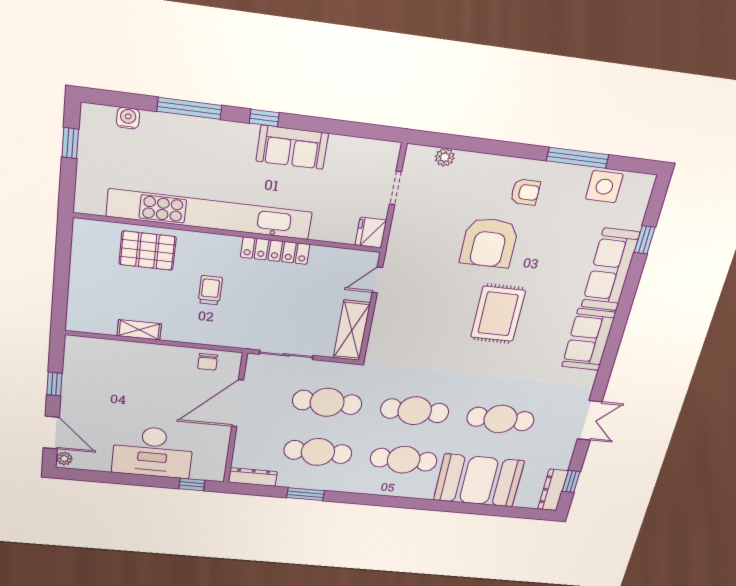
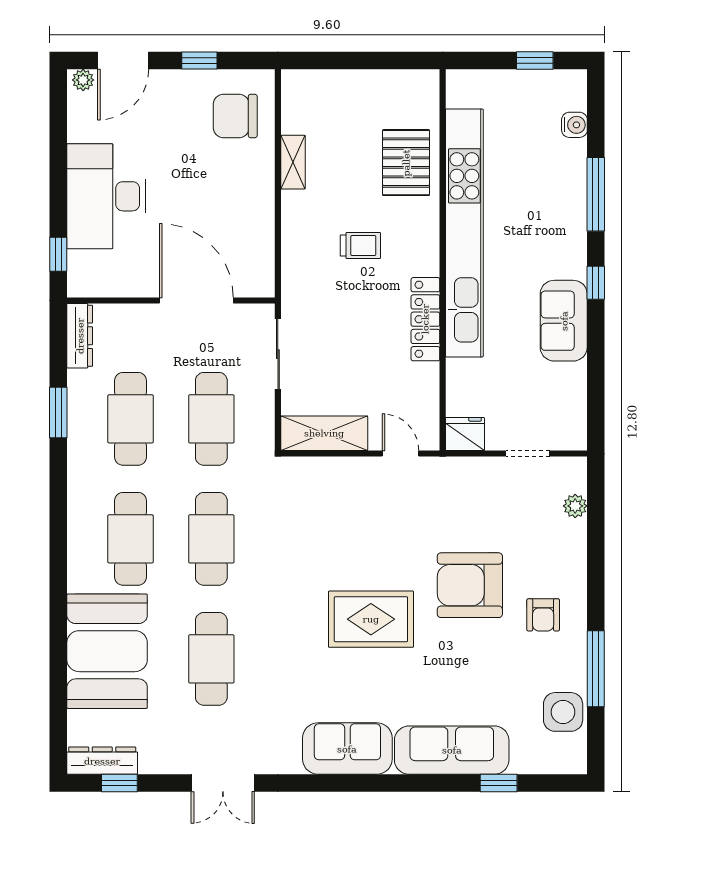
chair: (208, 362) -> (235, 116), moved, width x1.87, depth x1.87

